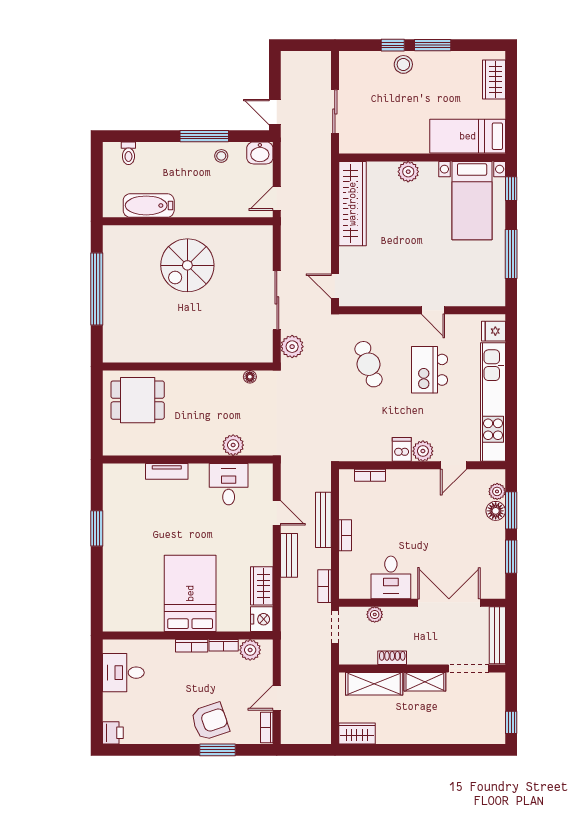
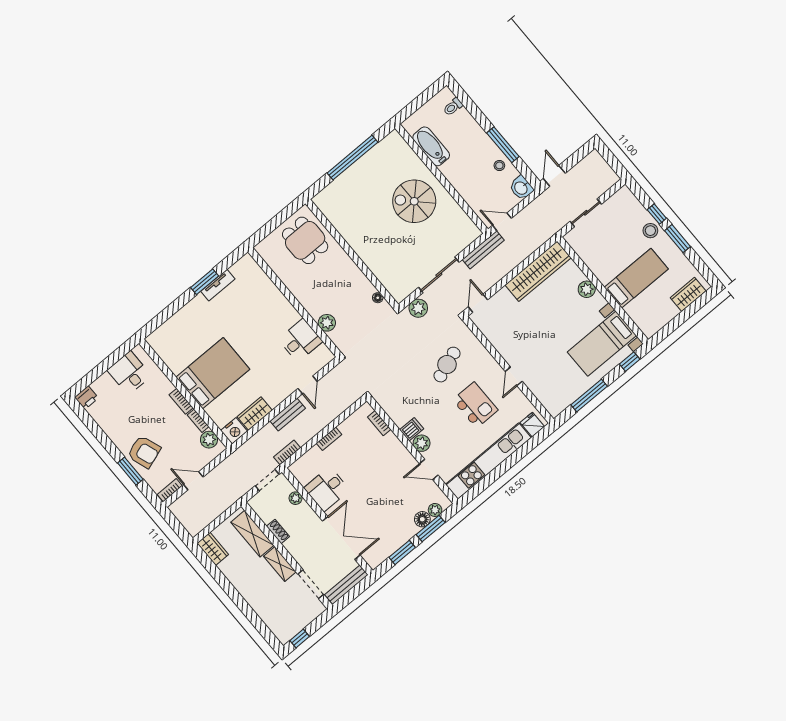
bed: (468, 136) -> (636, 278), moved, turned 90
kitchen island: (429, 370) -> (475, 405), turned 90
tv unit: (167, 471) -> (218, 285), moved, turned -90
bench: (323, 520) -> (483, 250), moved

